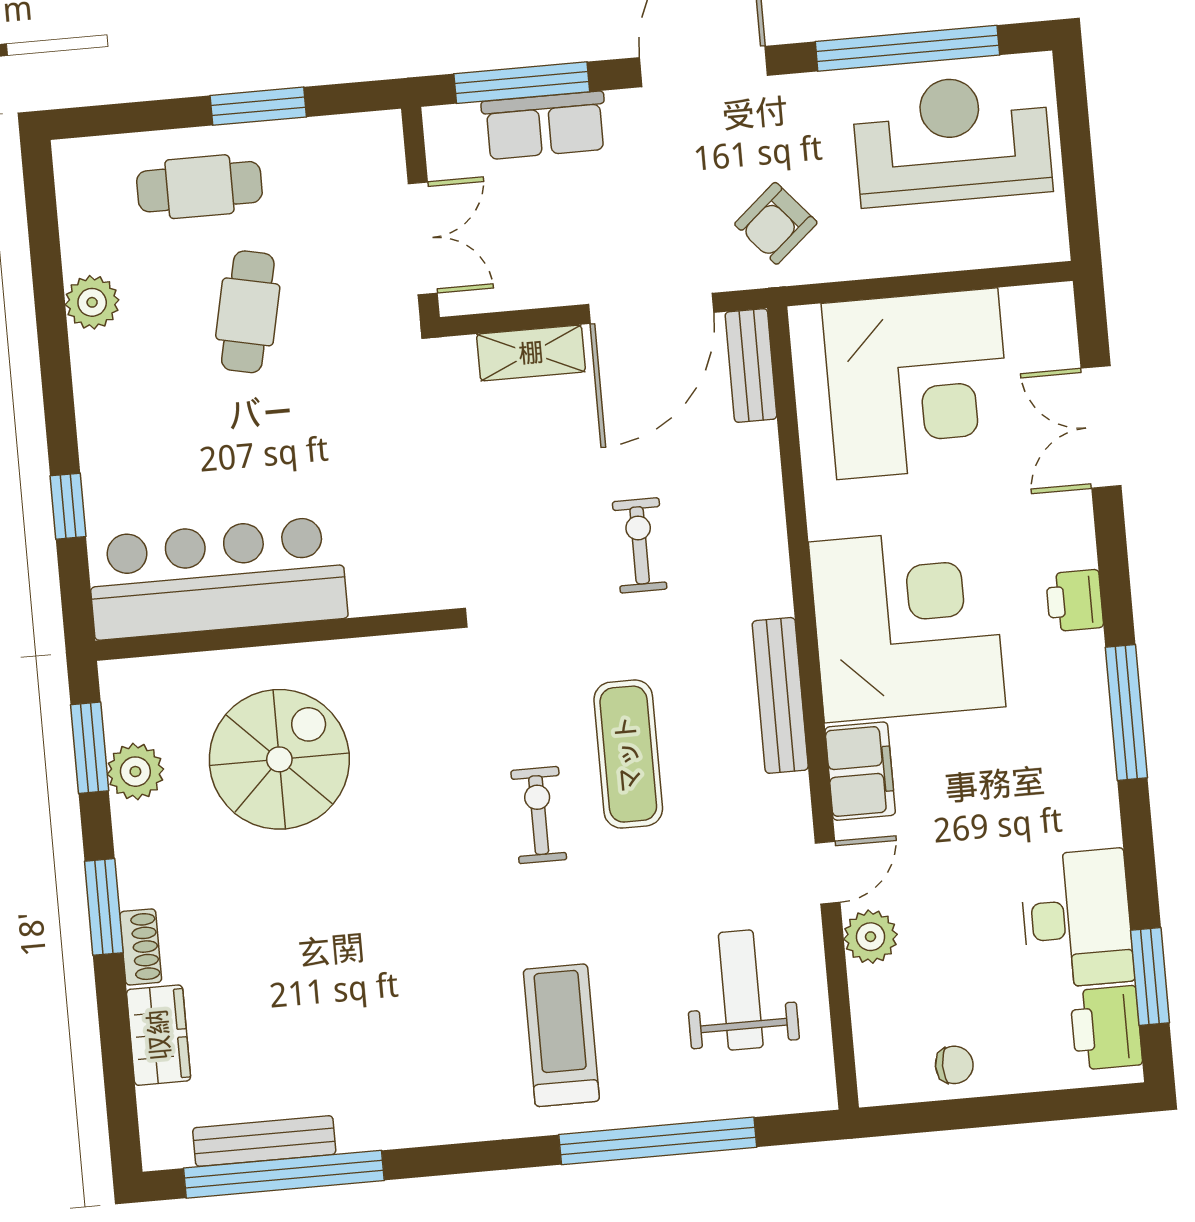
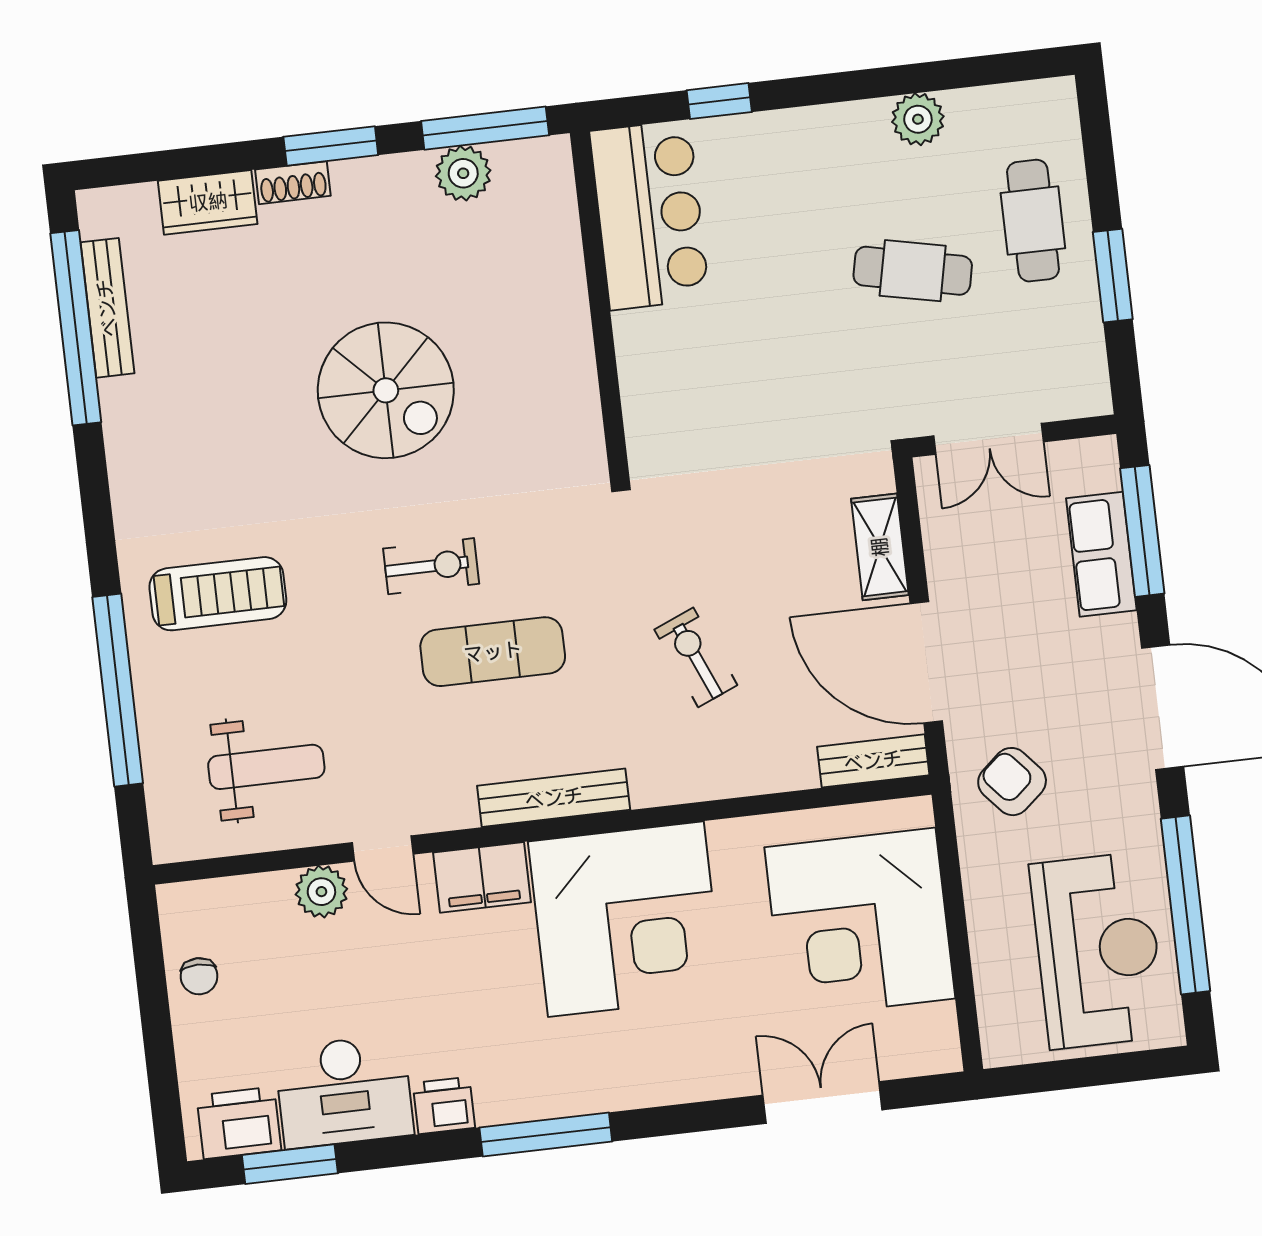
exercise bike: (640, 545) -> (696, 657), turned -113
bar counter: (217, 578) -> (650, 215), width x0.73
printer: (1075, 601) -> (444, 1105), moved
window: (90, 748) -> (485, 128), width x1.44
spiral stairs: (279, 759) -> (386, 390), moved

